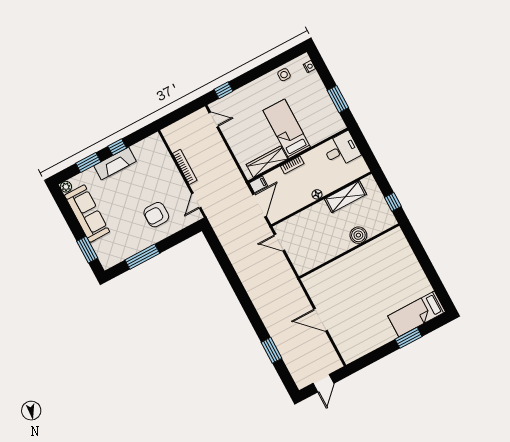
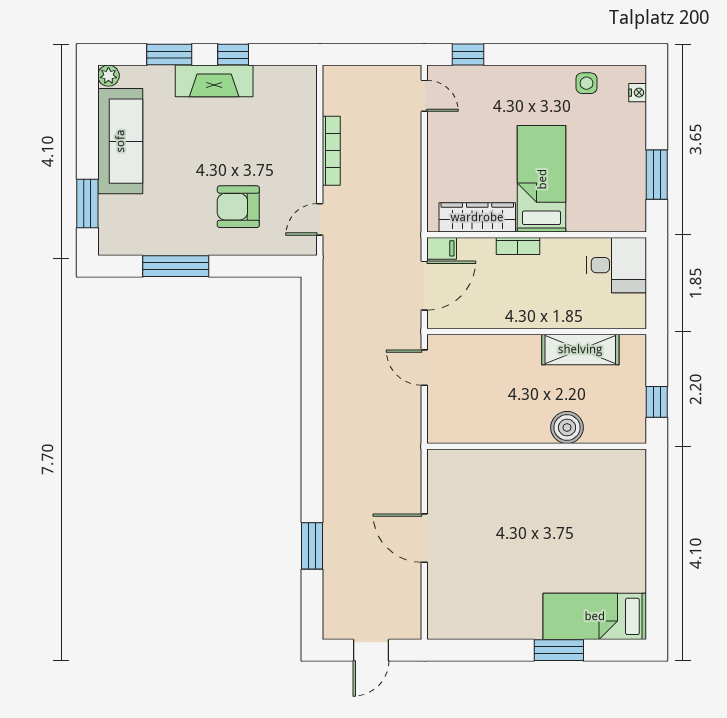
floor lamp: (317, 194) -> (533, 319), removed

